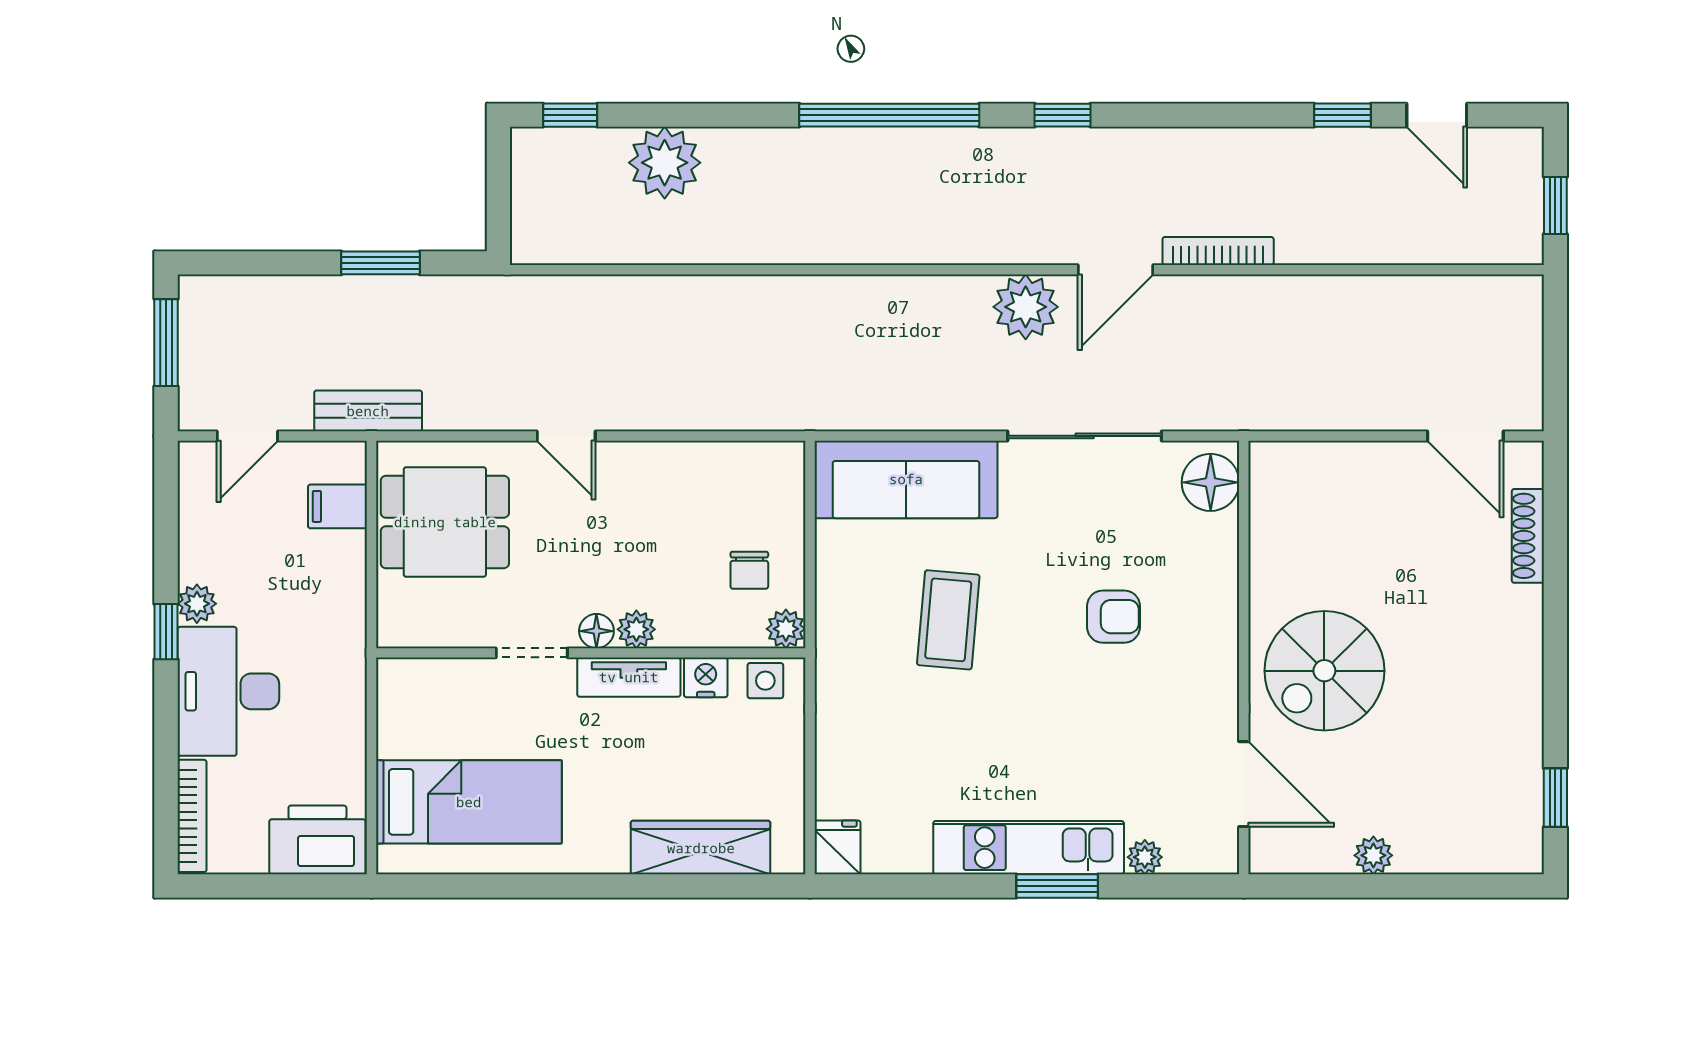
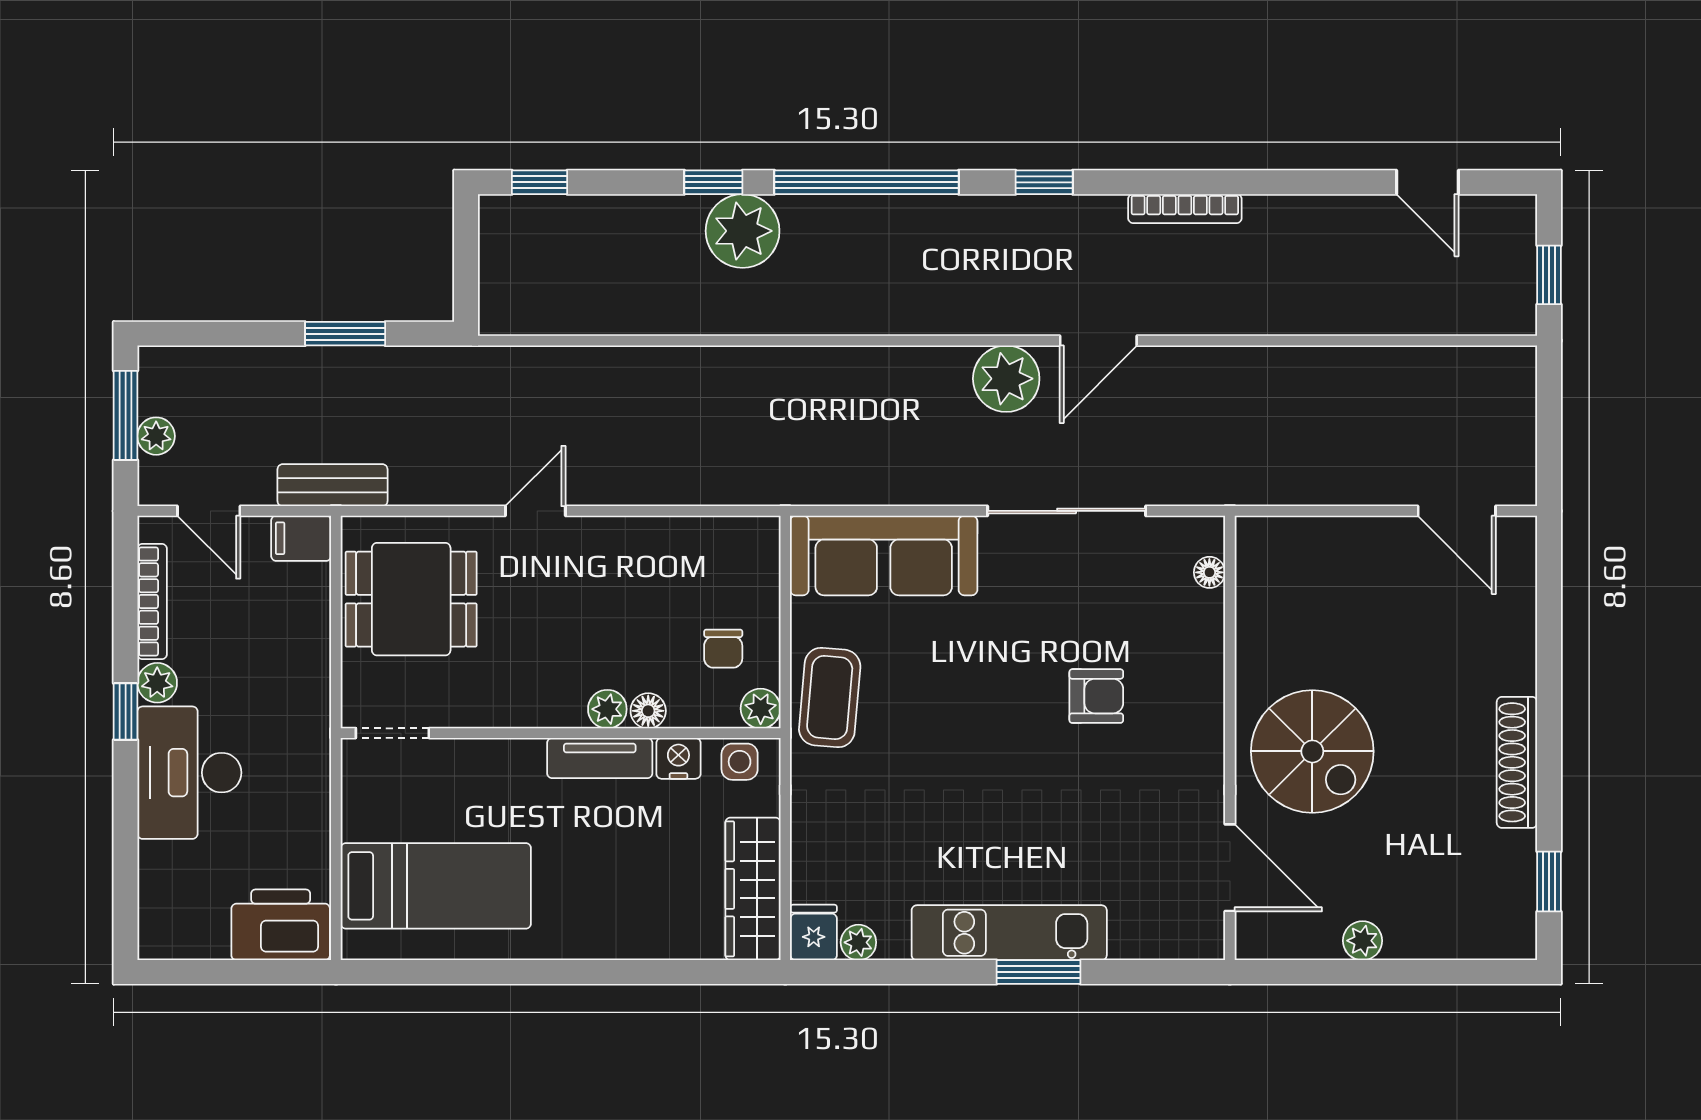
window: (1343, 115) -> (713, 182), moved
plant: (665, 163) -> (743, 231), moved
bookcase: (1218, 251) -> (1185, 209), moved, turned 180
plant: (196, 363) -> (156, 436), added
door: (247, 436) -> (209, 511), hinge flipped
door: (566, 436) -> (535, 511), swing flipped
floor lamp: (1211, 482) -> (1209, 572), width x0.53, depth x0.53
filing cabinet: (337, 506) -> (301, 538), moved
shoe rack: (1528, 536) -> (1517, 762), moved, width x1.36, depth x1.24
coffee table: (948, 620) -> (830, 698), moved
floor lamp: (596, 631) -> (648, 711), moved
doorway: (532, 653) -> (392, 733), moved
spiral stairs: (1324, 671) -> (1312, 751), turned -90
bookcase: (192, 816) -> (152, 602), moved
wardrobe: (701, 848) -> (753, 889), moved, turned -90
plant: (1145, 857) -> (858, 942), moved

